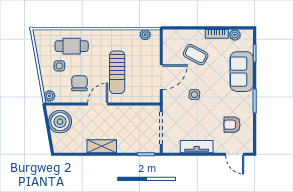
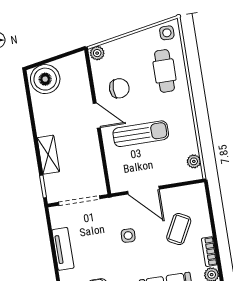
side table: (59, 66) -> (167, 33), moved
sun lounger: (117, 72) -> (141, 134), turned 180
boiler: (60, 122) -> (45, 79), moved
shelving: (102, 146) -> (48, 155), moved

